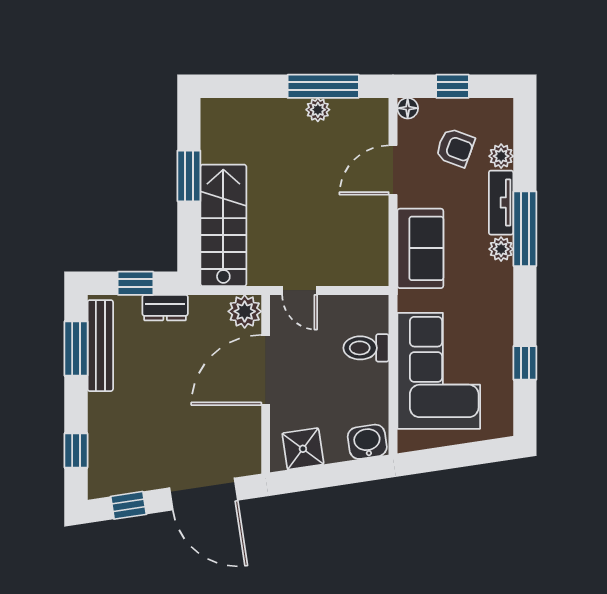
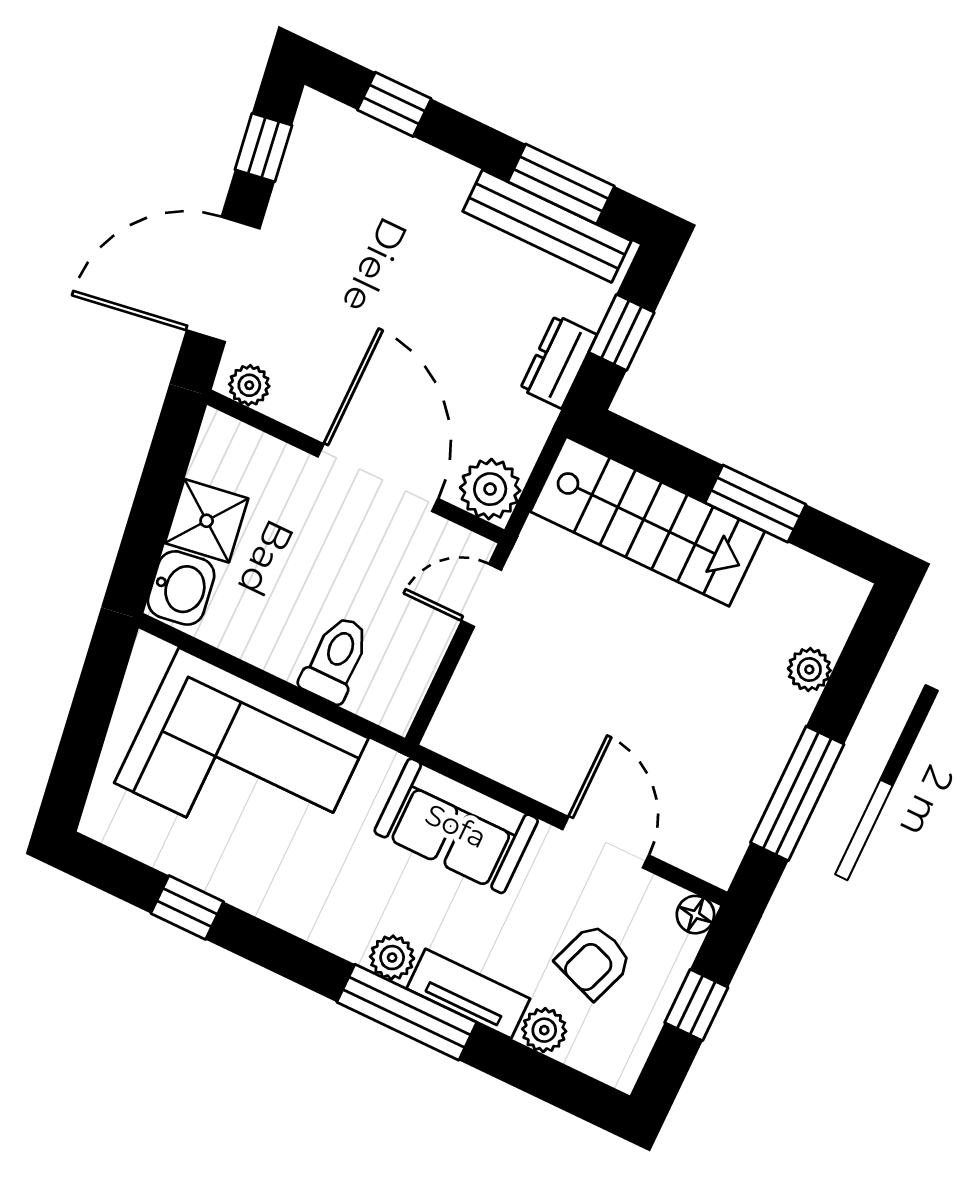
plant: (318, 110) -> (809, 670), moved
shower: (303, 449) -> (207, 521), moved
plant: (250, 456) -> (249, 385), added

